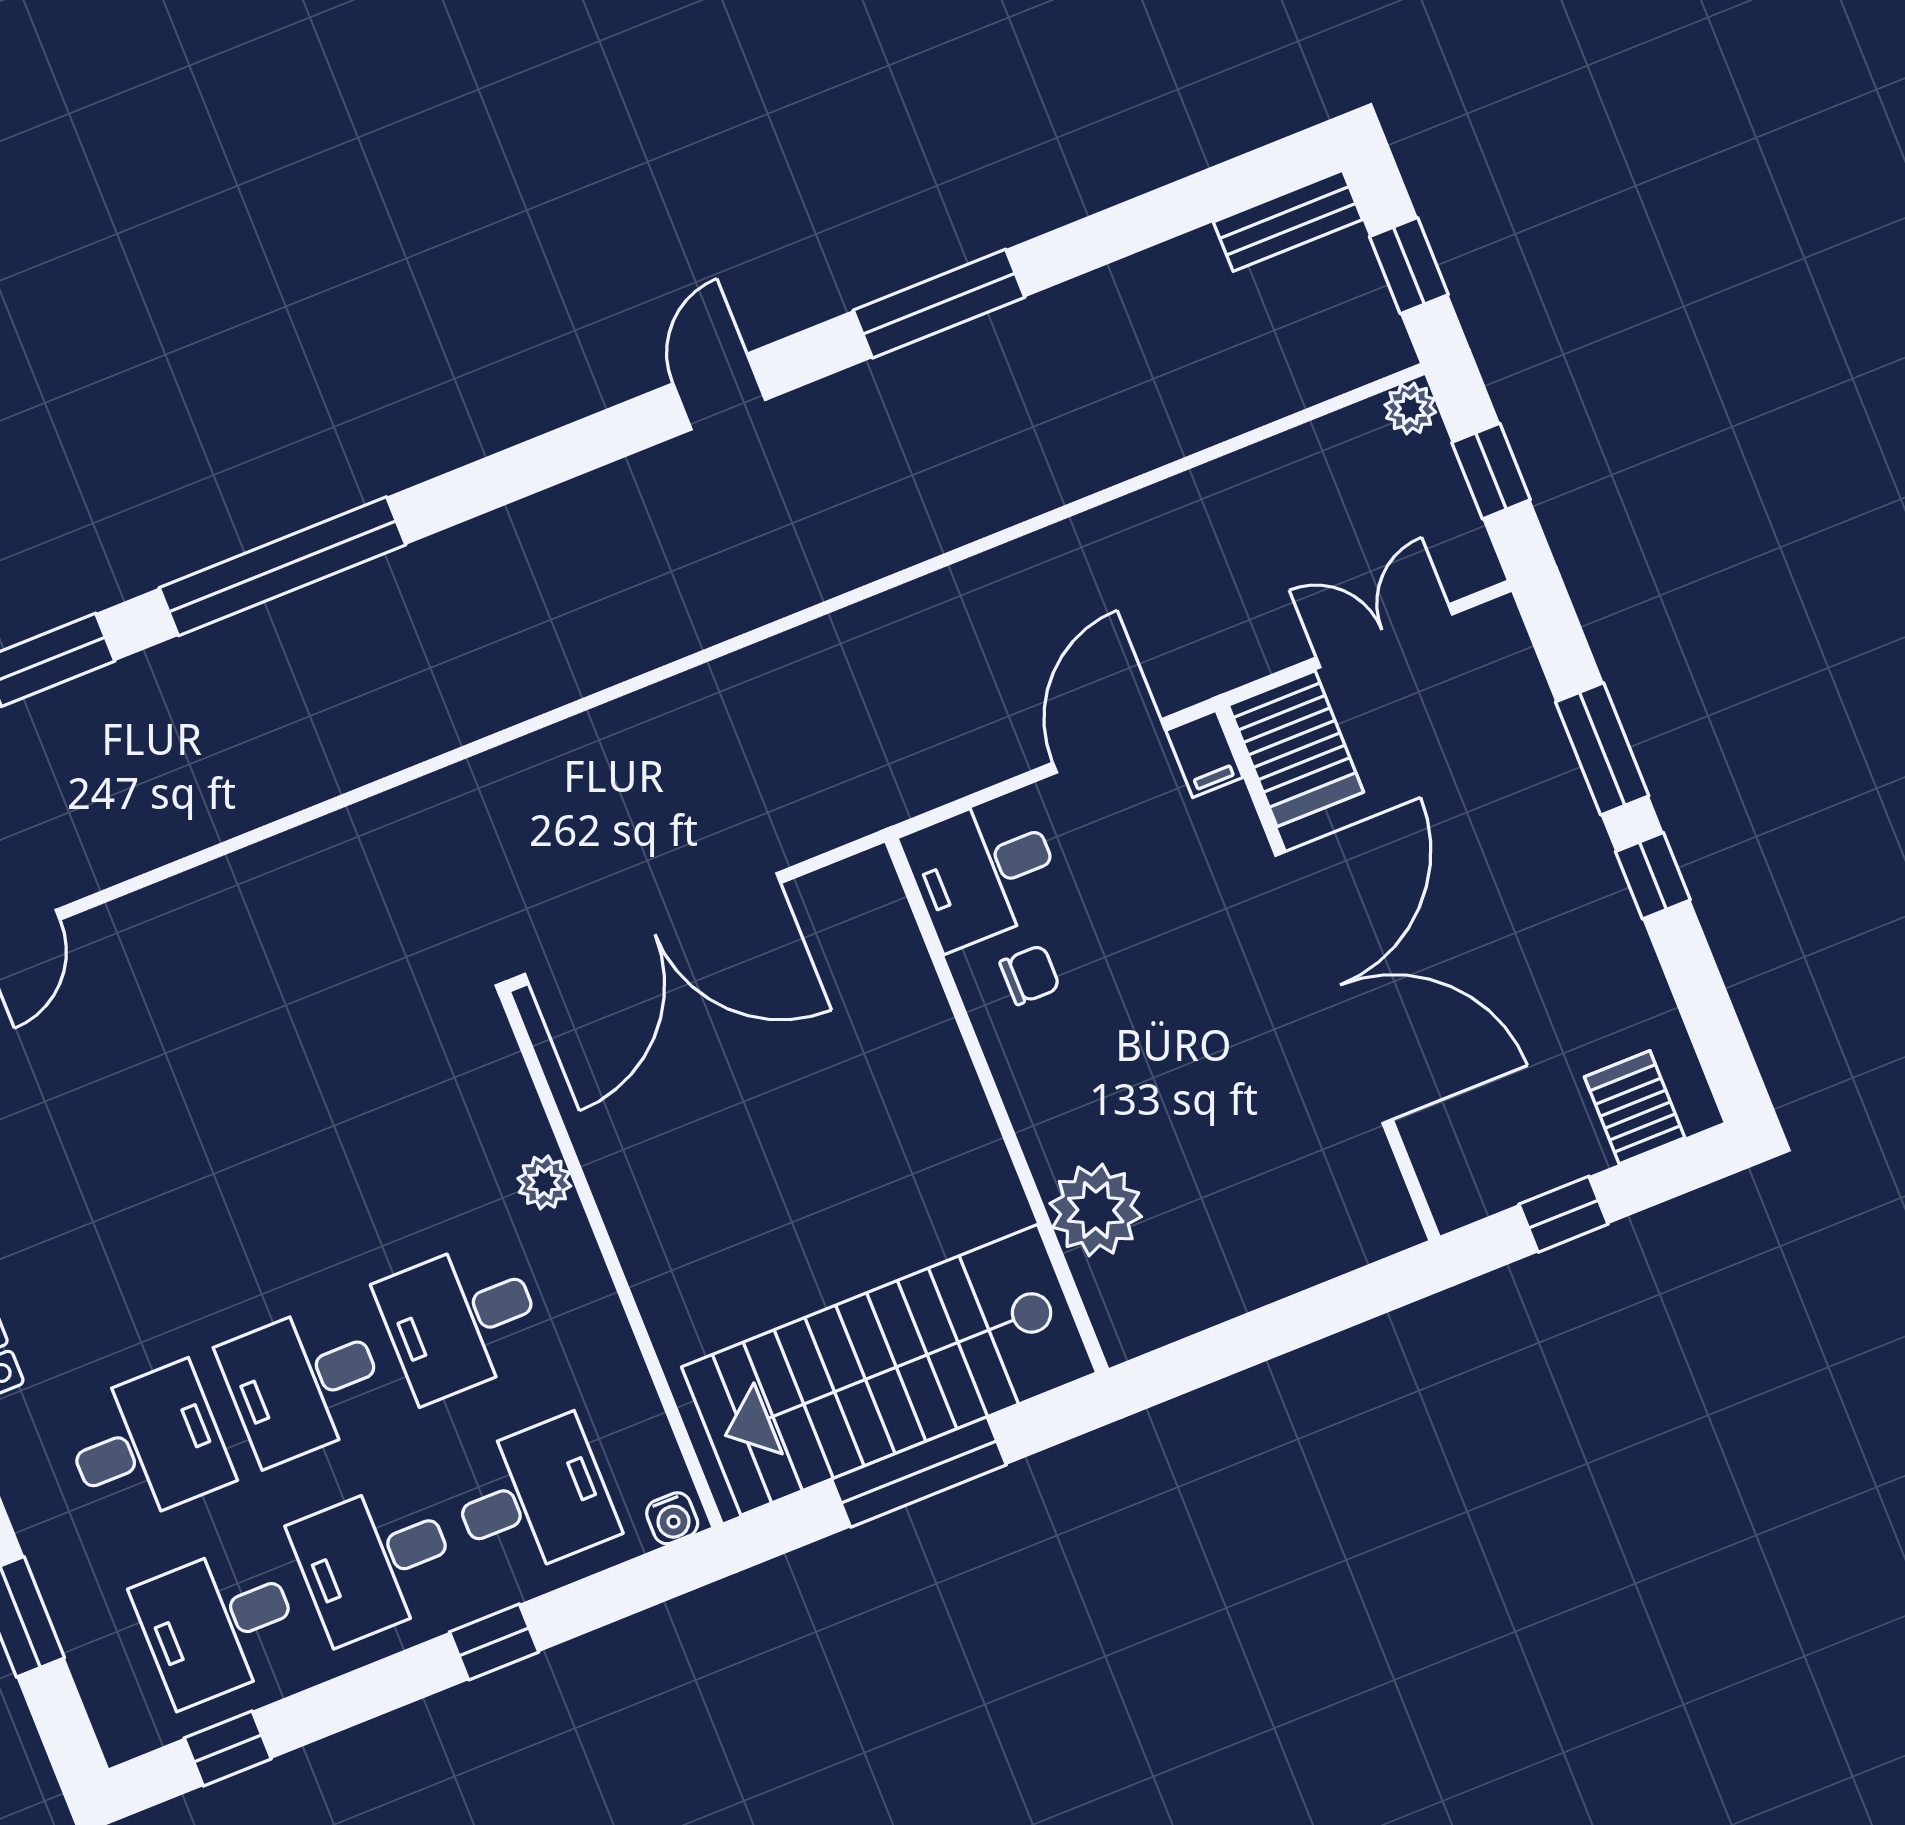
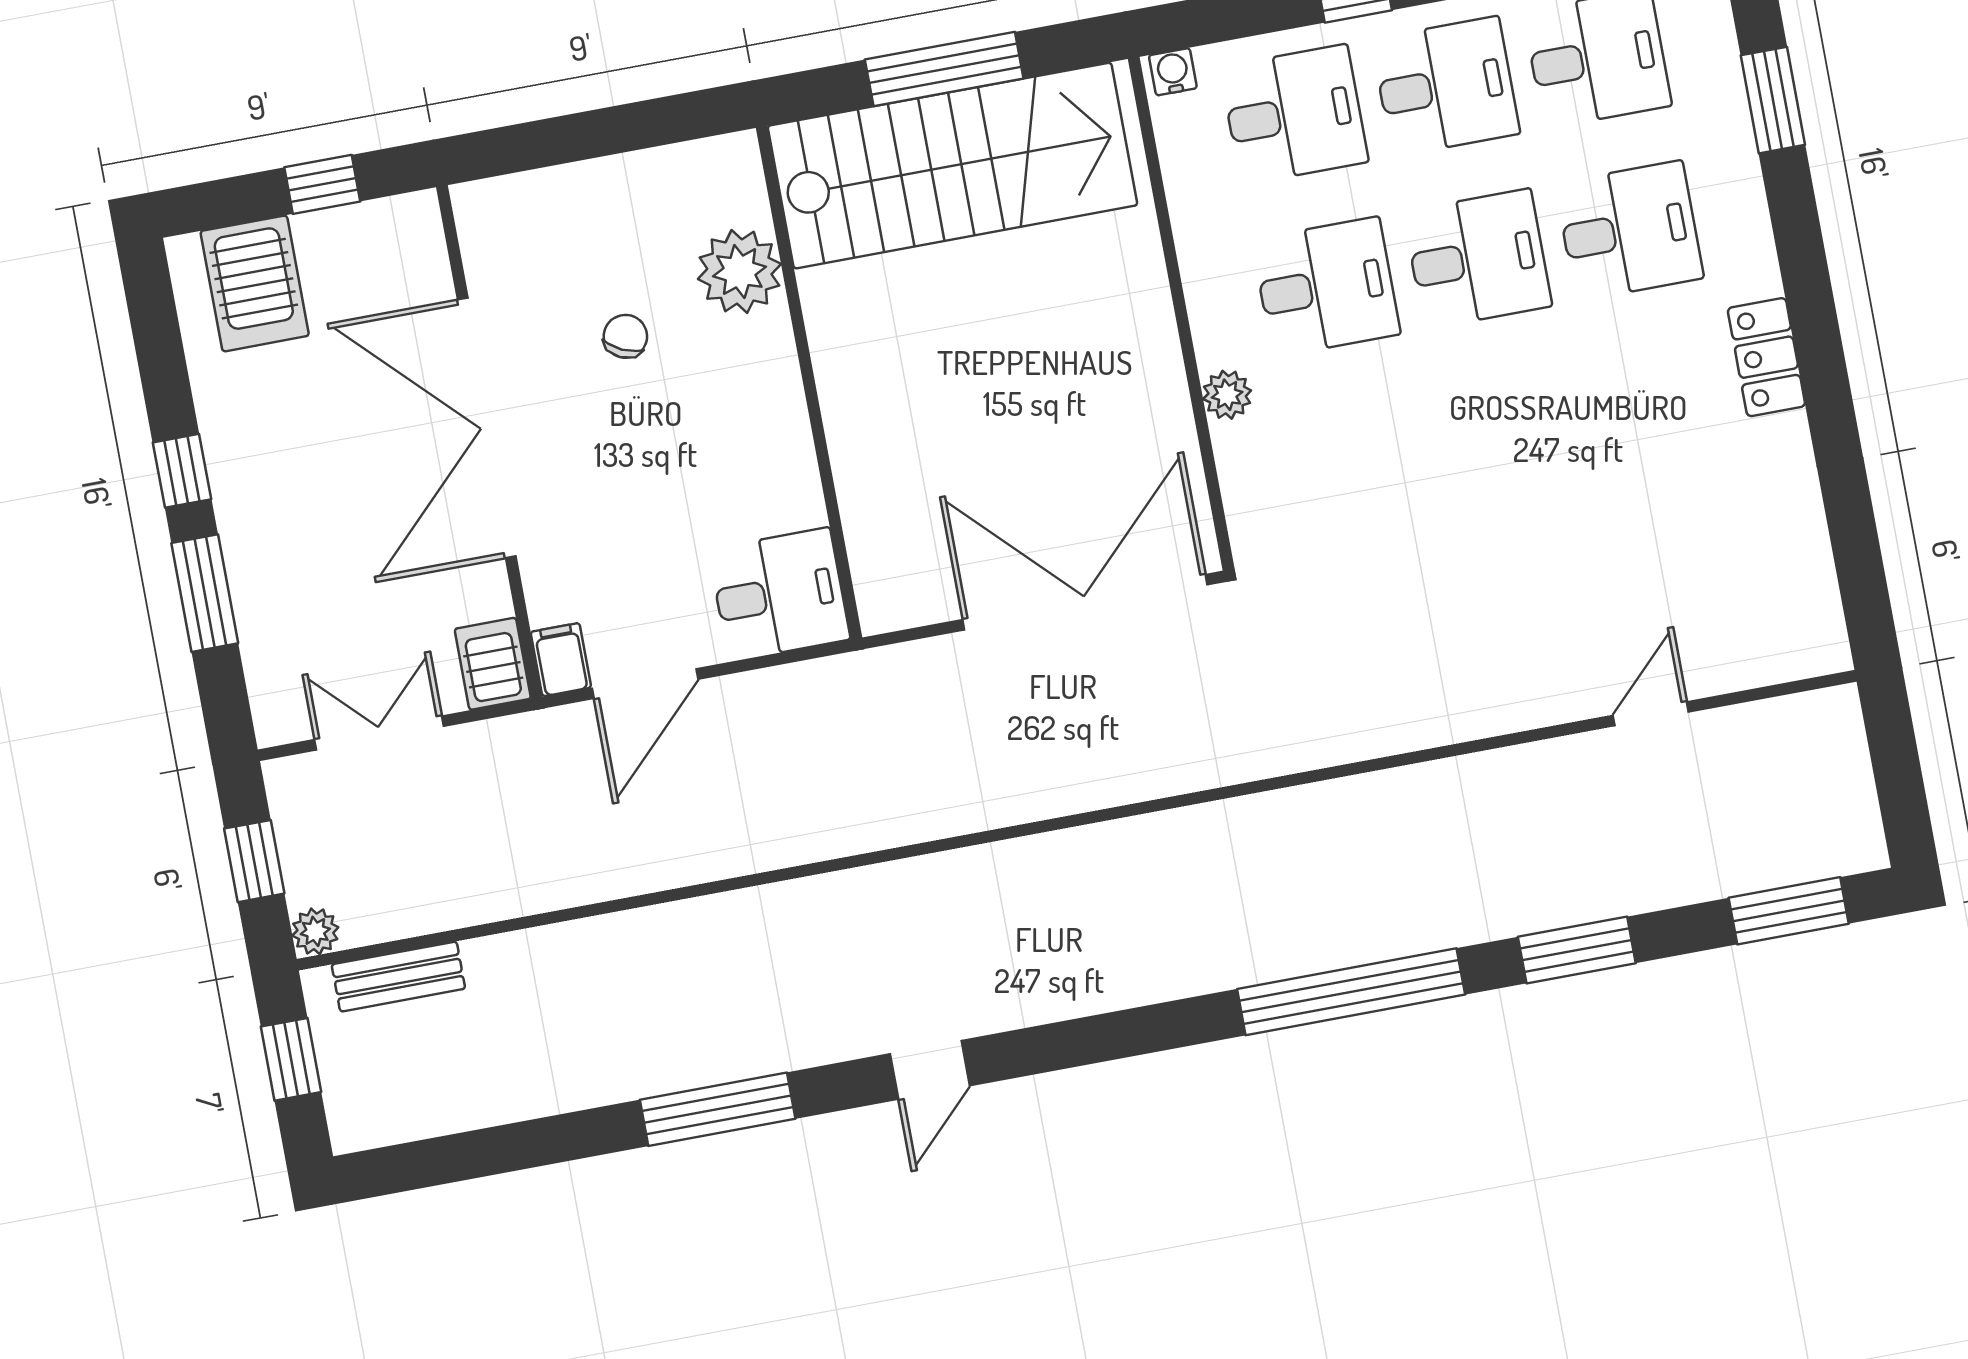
bench: (1288, 221) -> (398, 977), moved
double door: (1384, 636) -> (379, 733), swing flipped
server rack: (1296, 749) -> (493, 664), width x0.73, depth x0.70
chair: (1030, 975) -> (625, 336), moved, turned 115
server rack: (1635, 1107) -> (255, 283), width x1.36, depth x1.44
desk: (147, 1445) -> (1629, 231), turned 180
desk: (532, 1498) -> (1294, 114), turned 180

